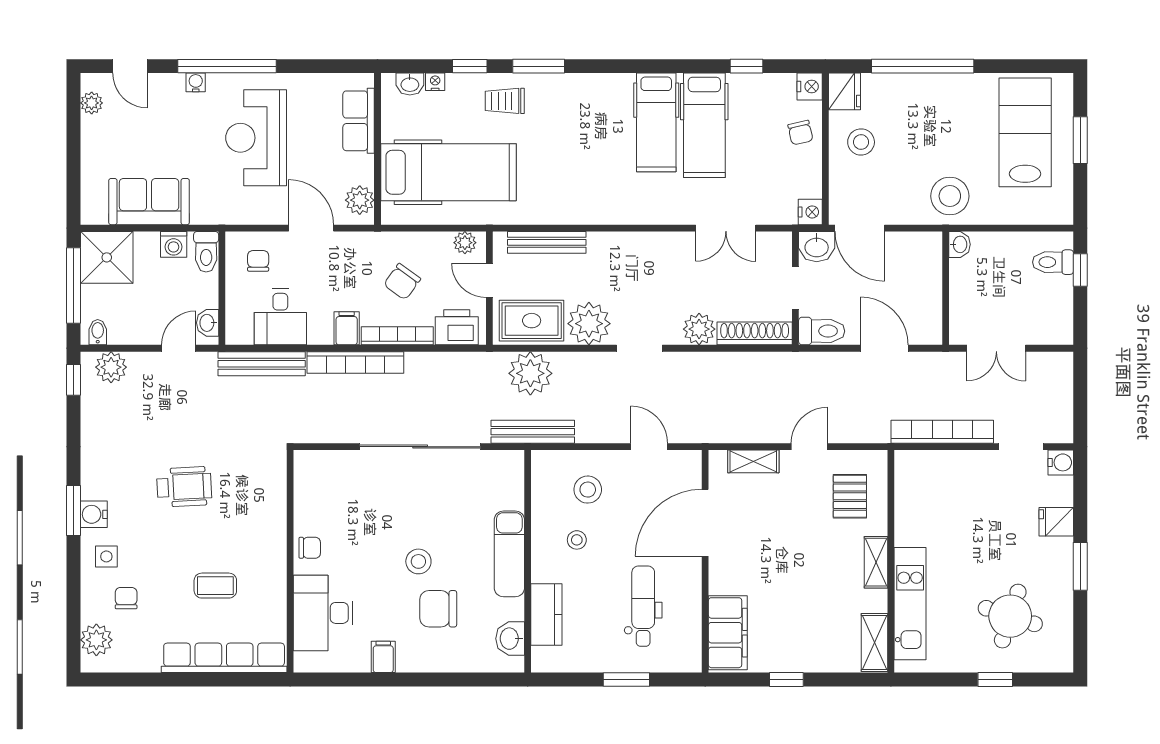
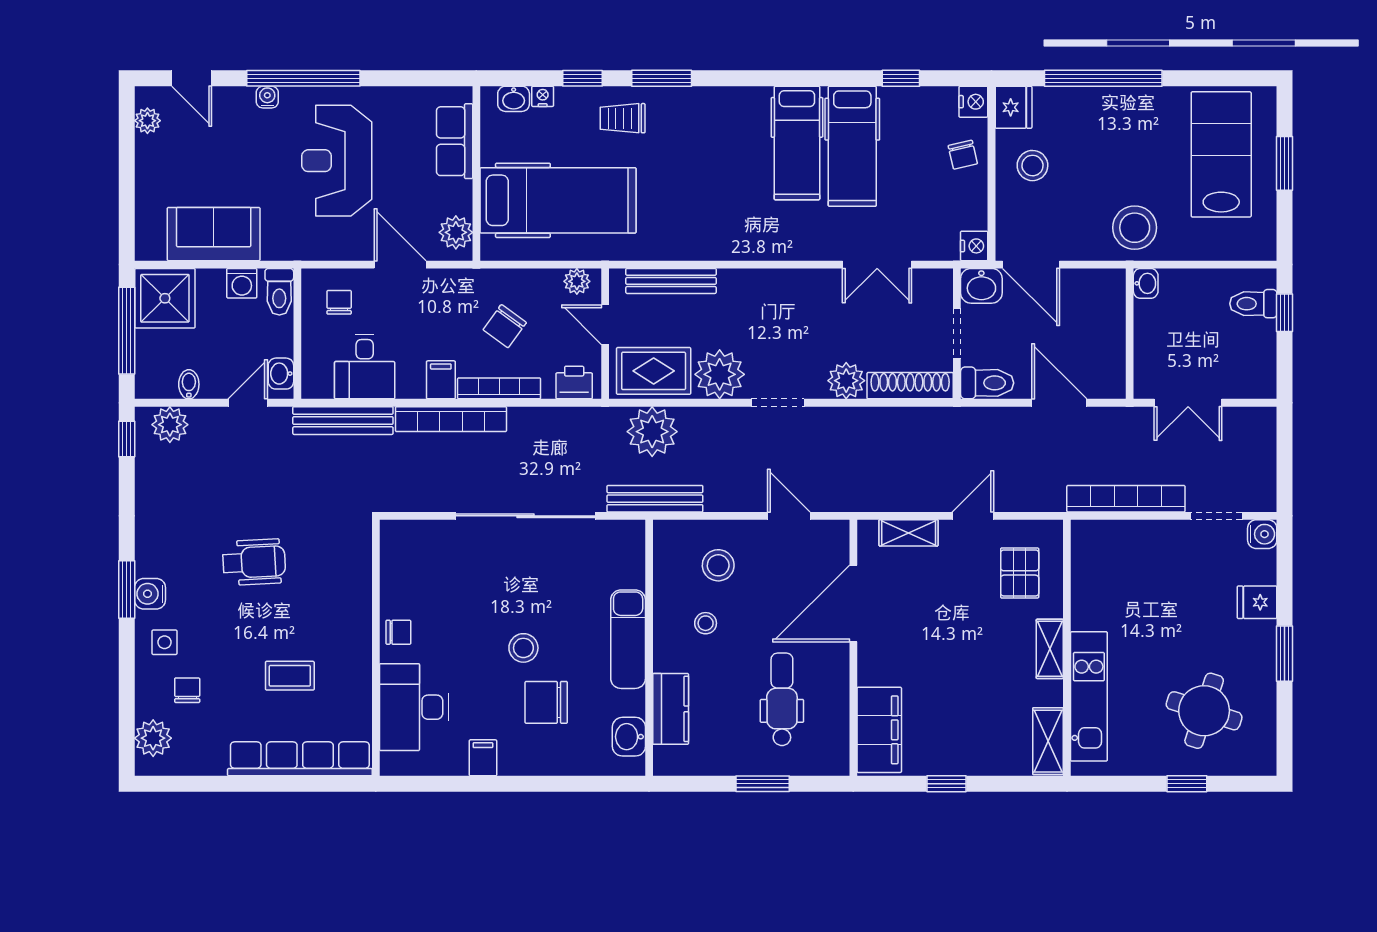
printer: (457, 327) -> (574, 383), width x0.73, depth x0.81
bidet: (98, 332) -> (189, 384), moved

